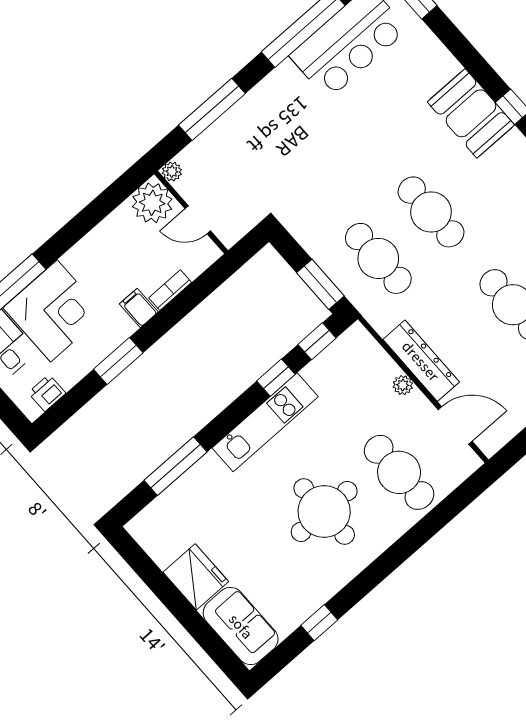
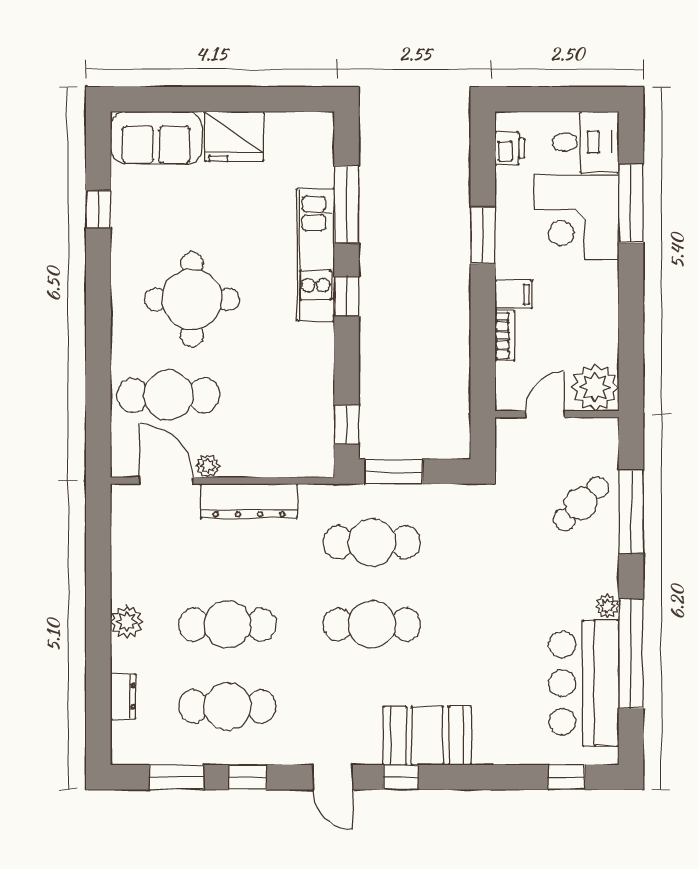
cafe table: (235, 146) -> (581, 504), added
plant: (172, 172) -> (607, 606), moved
window: (276, 378) -> (347, 296), moved
plant: (403, 385) -> (208, 466), moved
kitchen unit: (265, 422) -> (316, 255), moved
door: (455, 425) -> (166, 481), swing flipped

